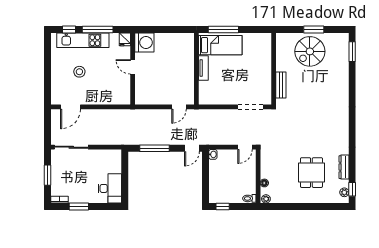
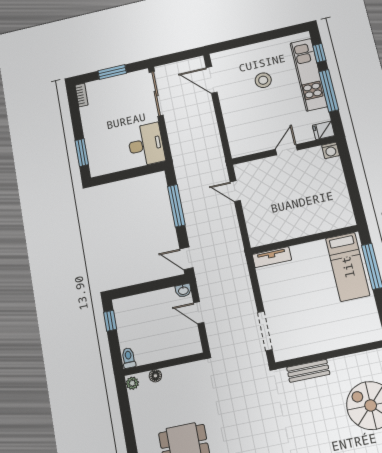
washing machine: (144, 42) -> (331, 150), width x0.53, depth x0.53
tv unit: (203, 68) -> (272, 257), moved
door: (179, 107) -> (235, 191), moved
door: (245, 147) -> (199, 313), moved
desk: (110, 188) -> (146, 145), moved, turned -90
window: (79, 206) -> (82, 152), moved

